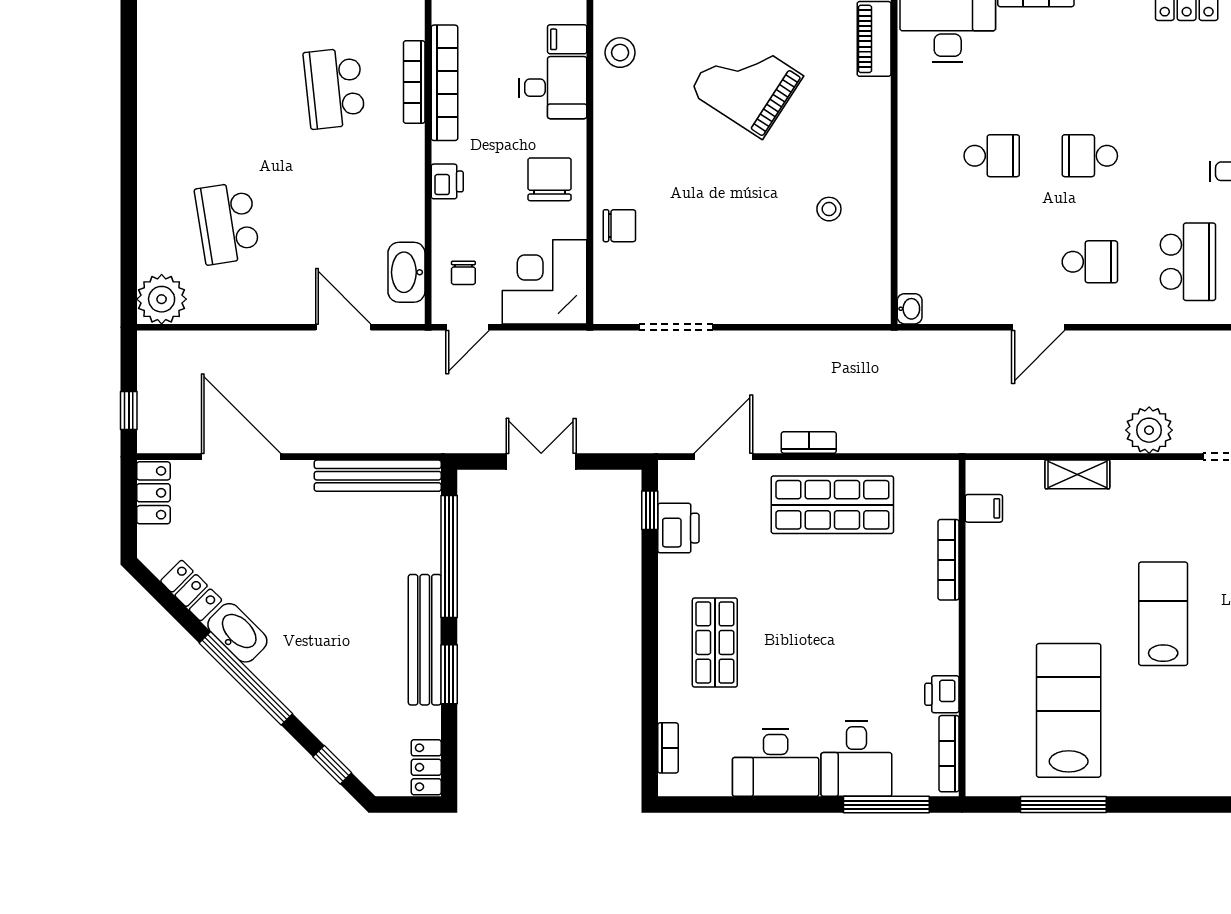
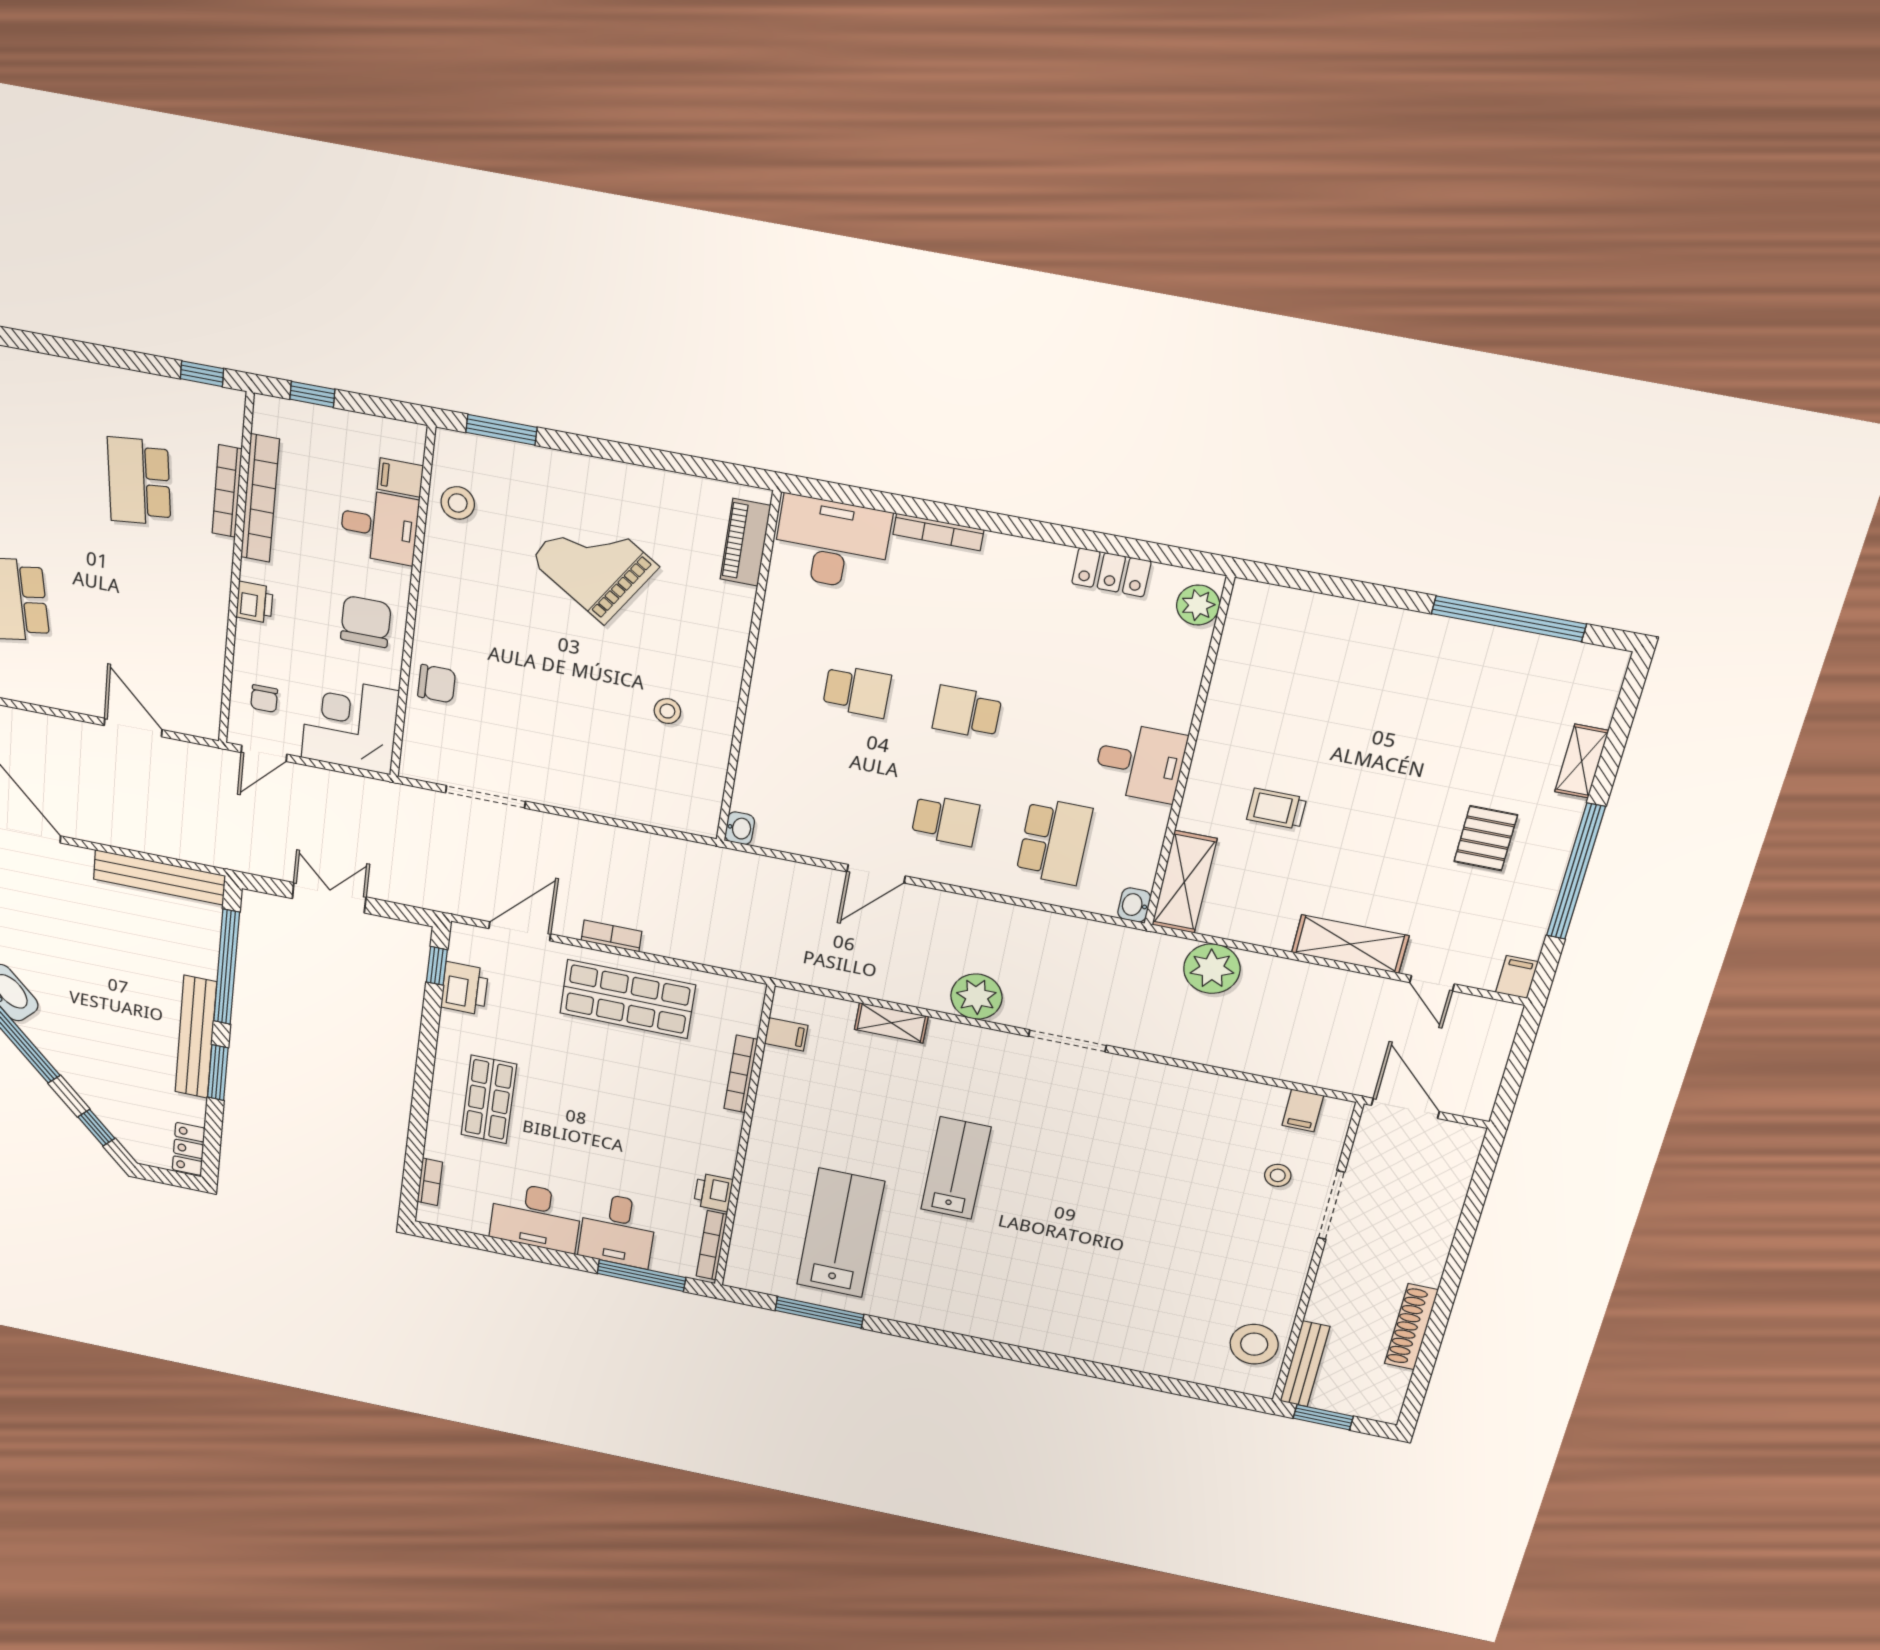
washbasin: (406, 272) -> (204, 686), removed

